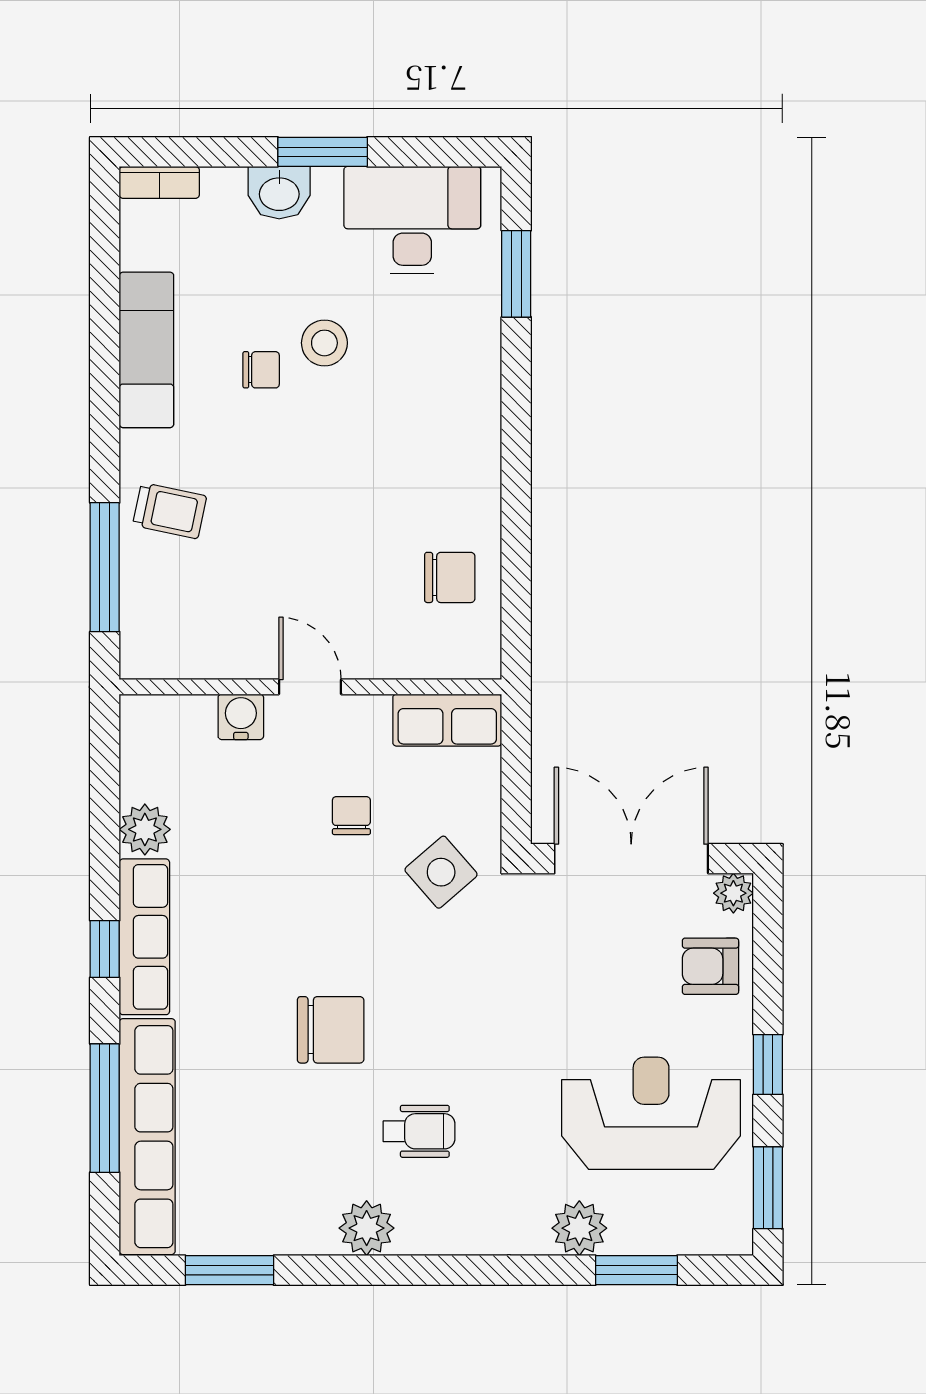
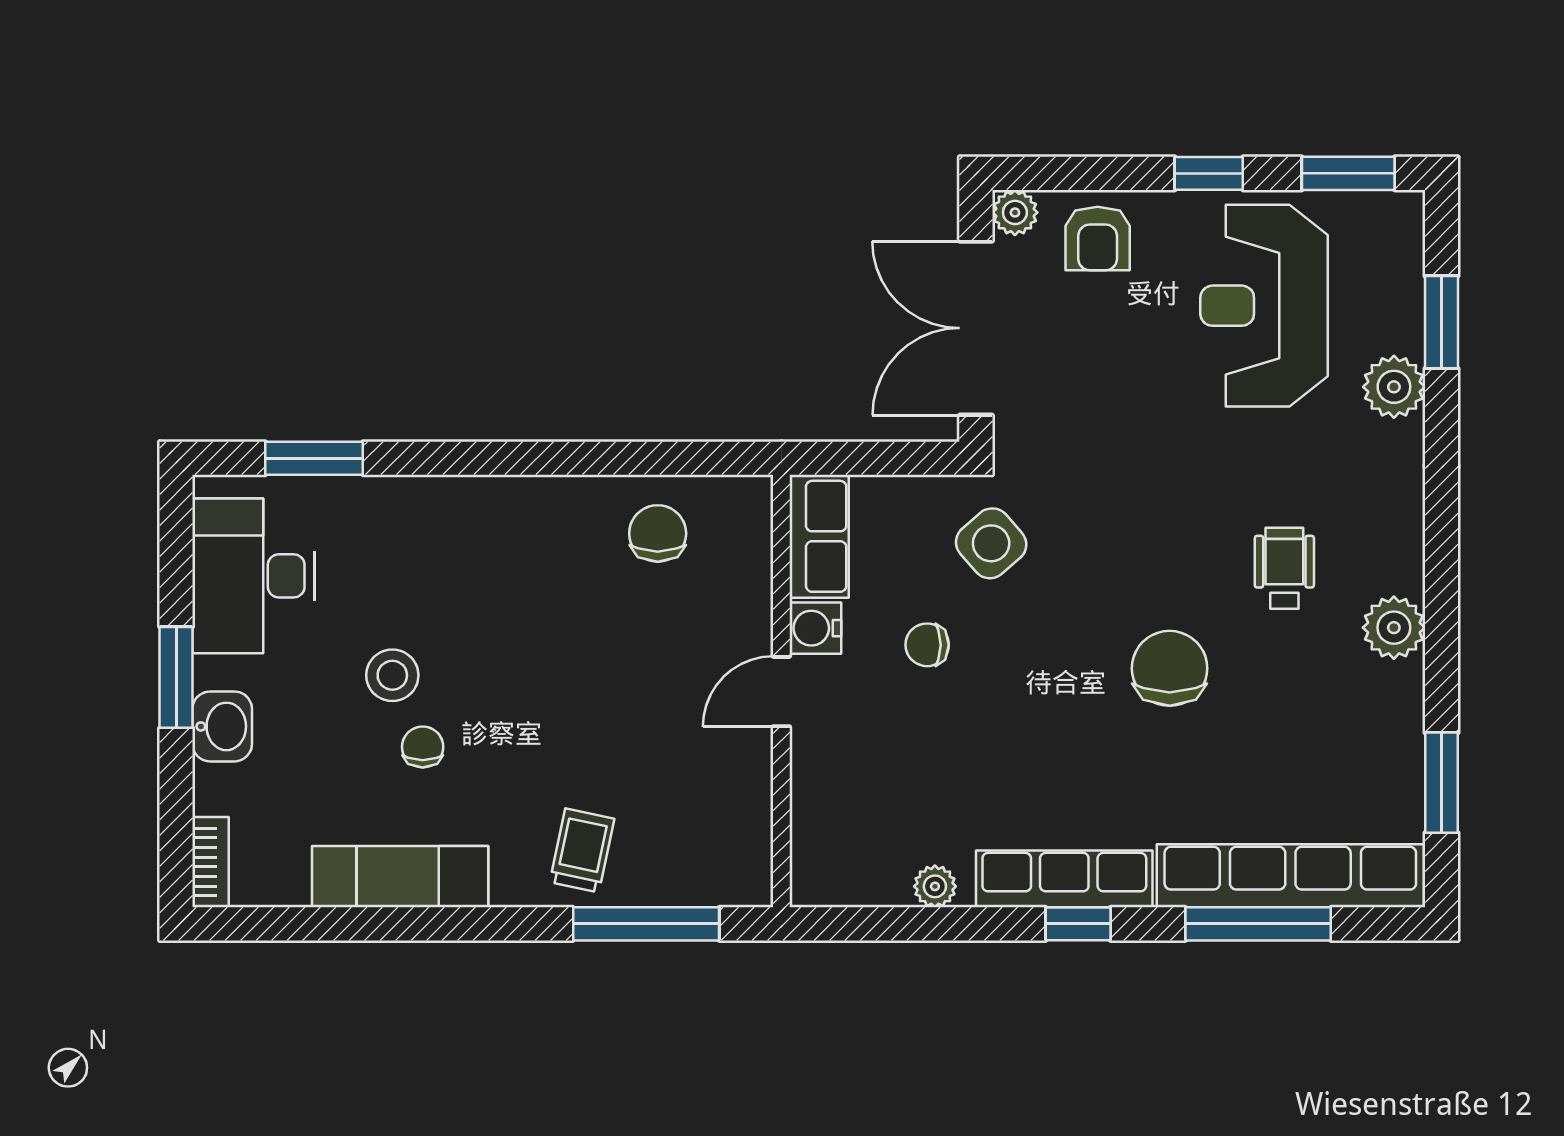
water cooler: (241, 717) -> (815, 628), moved
plant: (145, 829) -> (935, 886), width x0.73, depth x0.73

